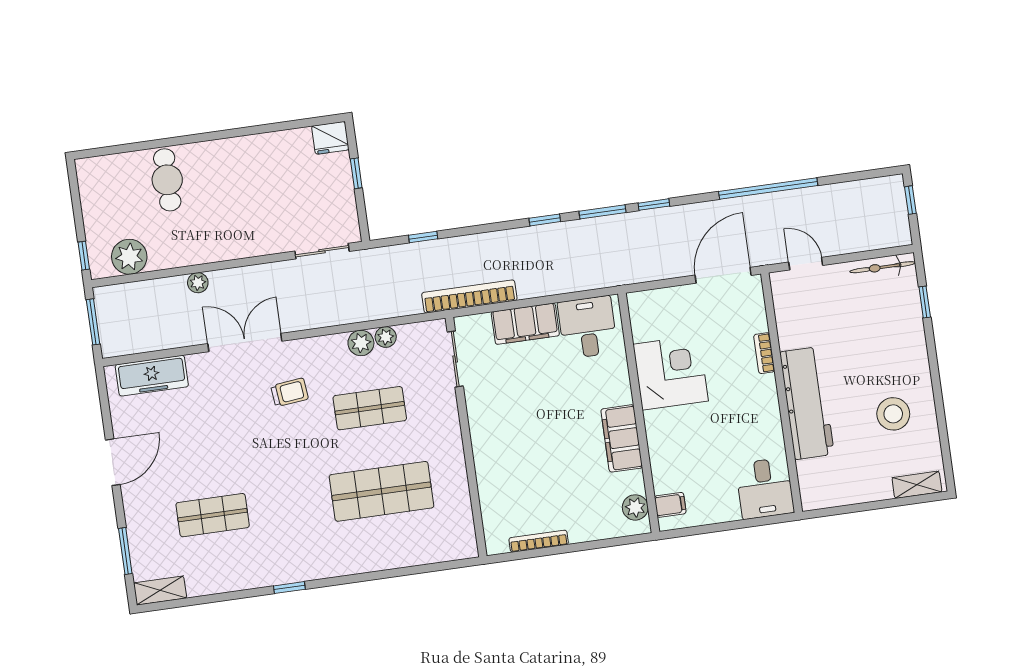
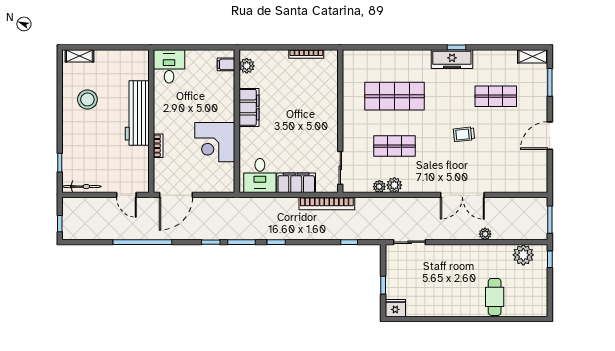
freezer: (152, 376) -> (452, 59), moved, turned 180
trolley: (290, 392) -> (464, 134), moved

